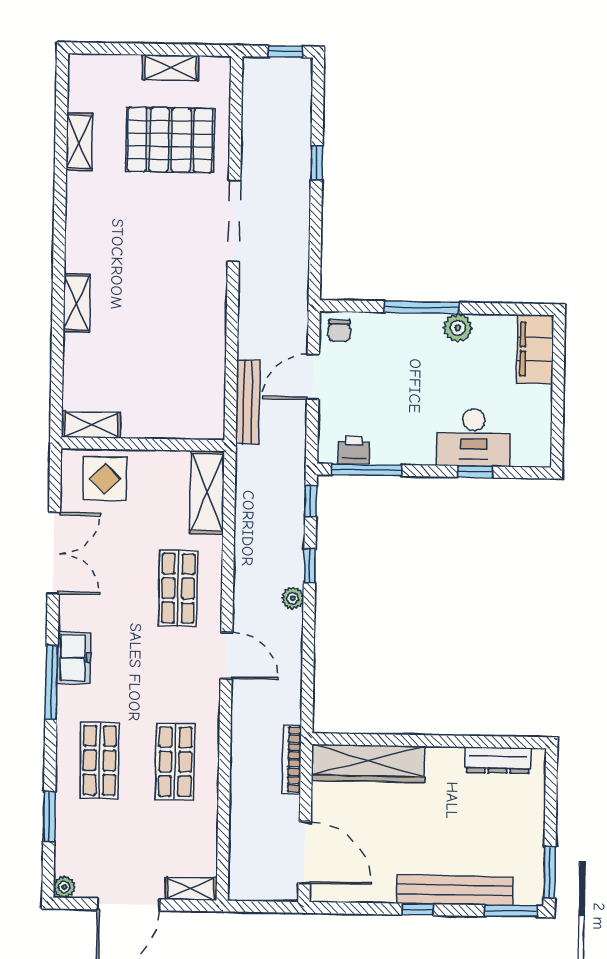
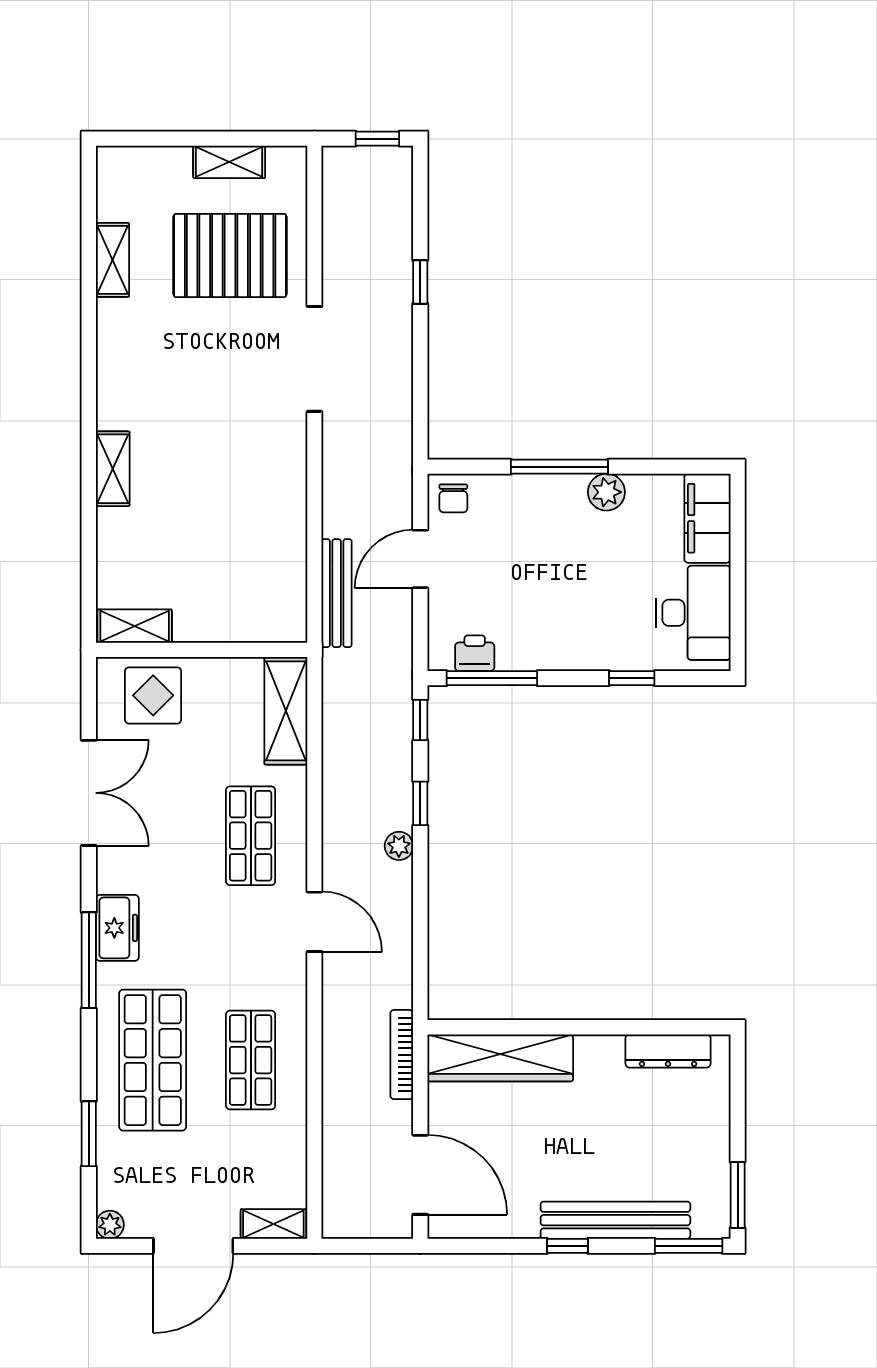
desk: (474, 438) -> (693, 613), moved, turned -90
shop shelf: (100, 760) -> (153, 1060), width x1.43, depth x1.36

